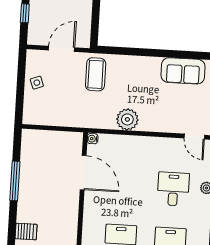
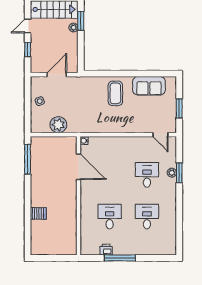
coffee table: (96, 74) -> (115, 93), moved
plant: (127, 119) -> (58, 125), moved
window: (15, 181) -> (28, 159), moved

